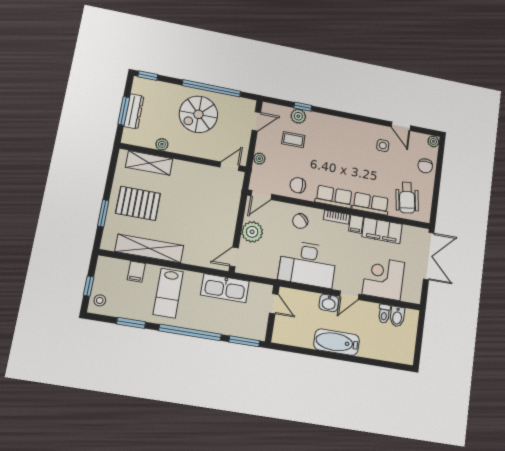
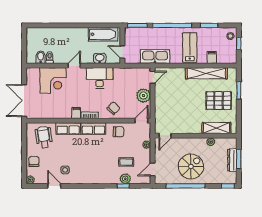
filing cabinet: (382, 230) -> (58, 112), removed
desk: (308, 264) -> (100, 78), width x0.73, depth x0.77
washbasin: (329, 303) -> (100, 58), moved
bathtub: (337, 342) -> (103, 34), moved

